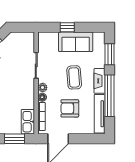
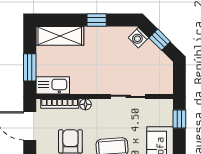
window: (67, 27) -> (179, 119), moved
plant: (43, 88) -> (98, 105), removed

